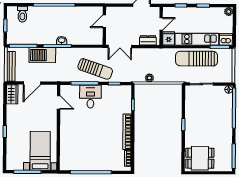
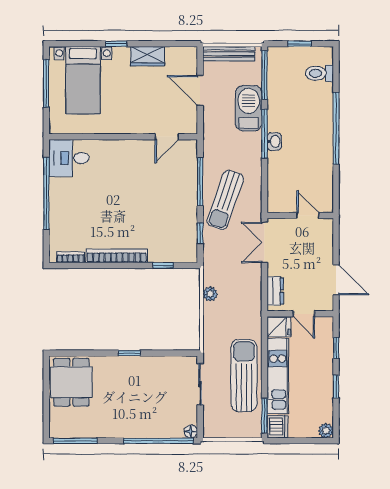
wardrobe: (12, 94) -> (147, 56), moved
desk: (90, 97) -> (69, 158), moved, turned 180
bed with nightstands: (40, 151) -> (83, 80), moved, turned 90

